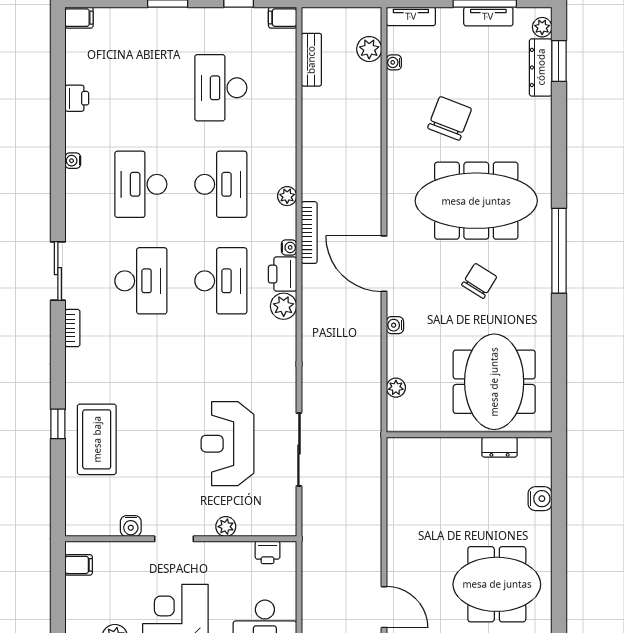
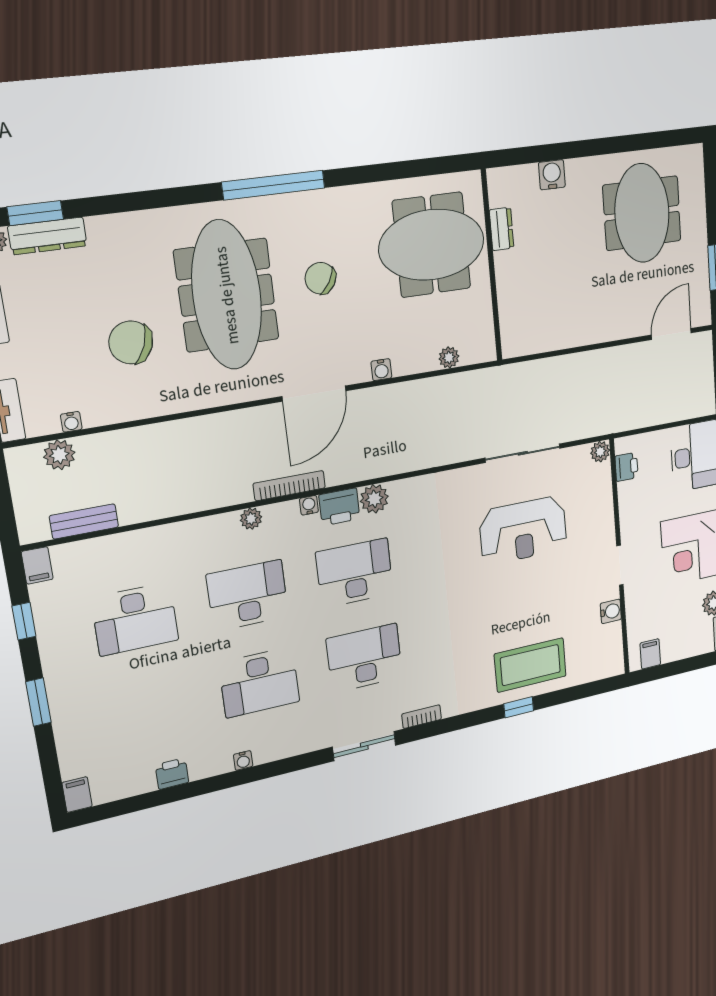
plant: (226, 527) -> (600, 452), moved

